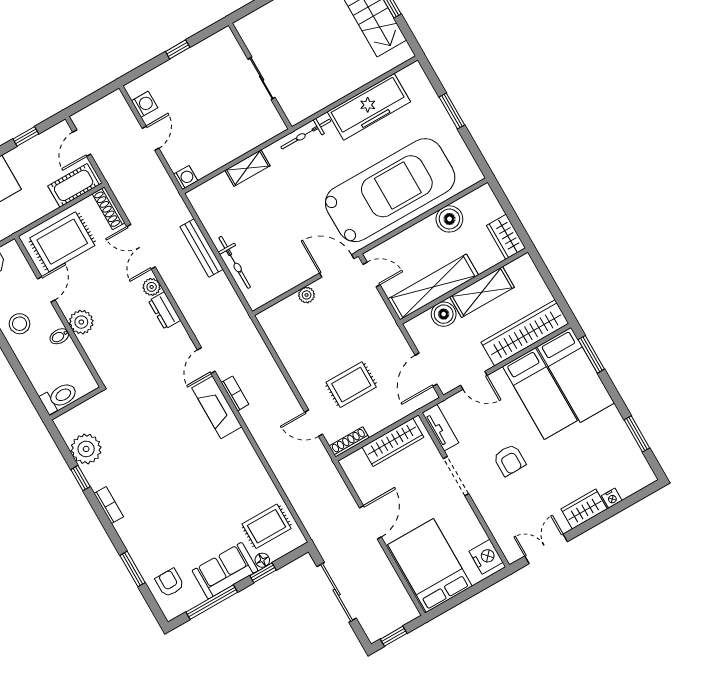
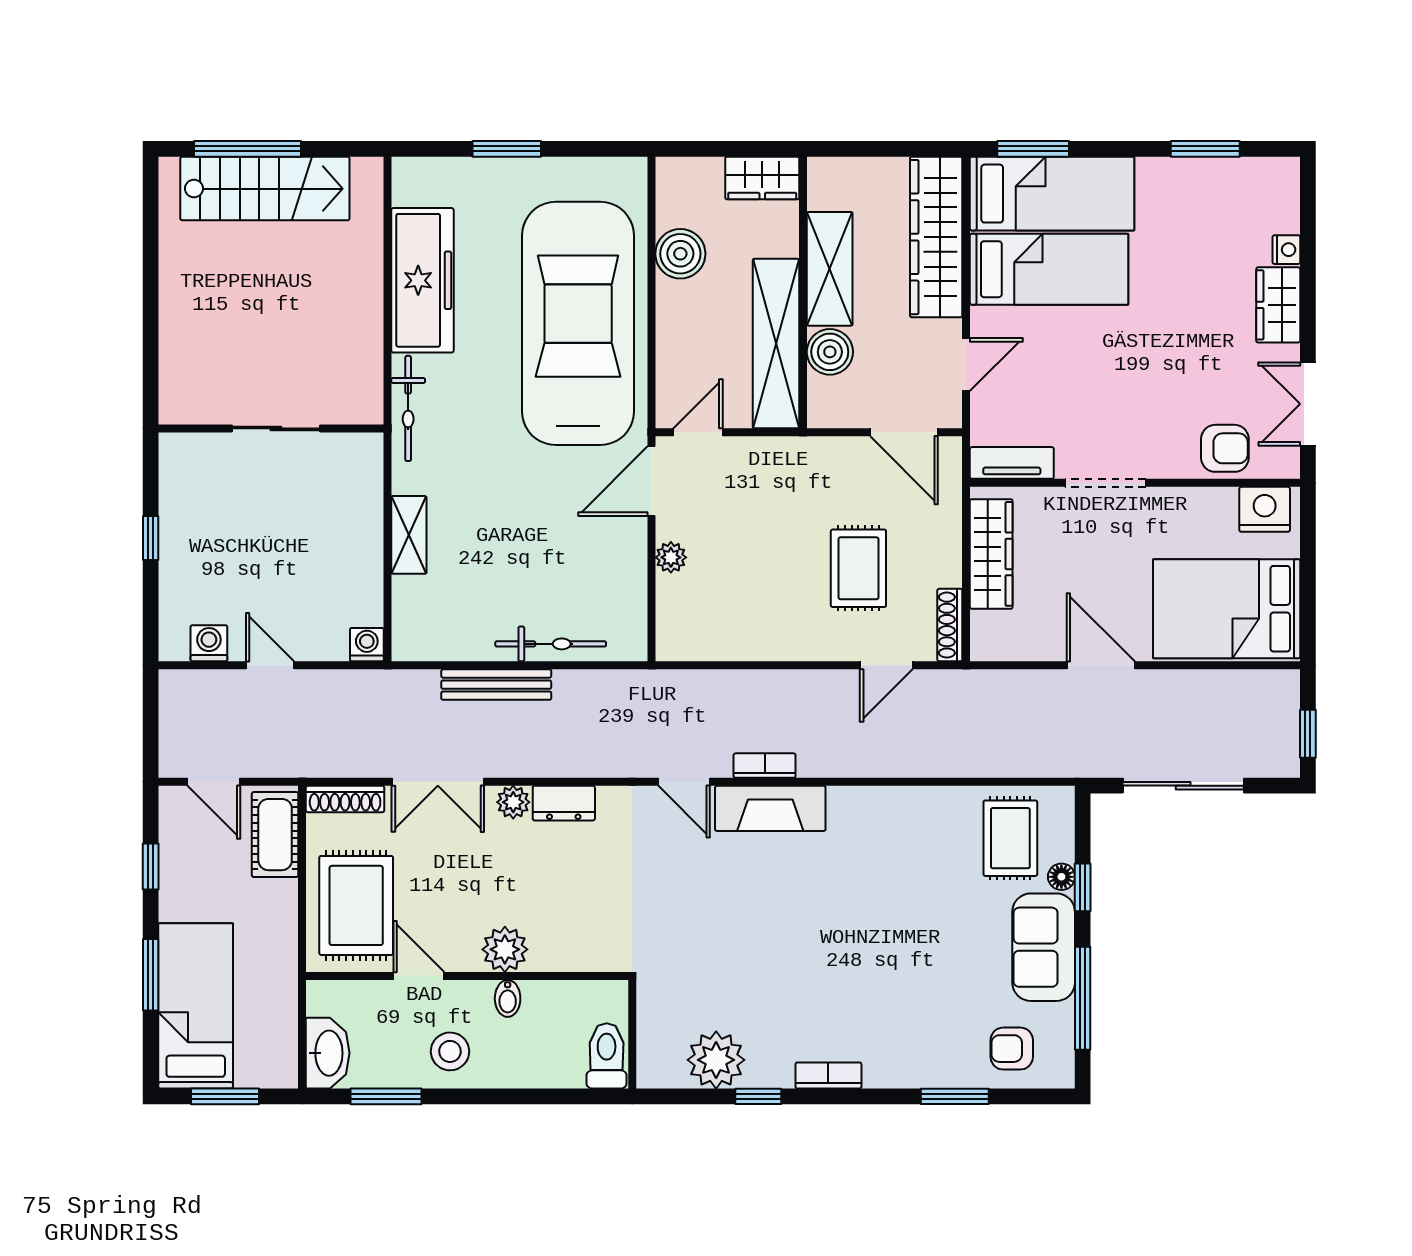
armchair: (509, 460) -> (1225, 448), moved

